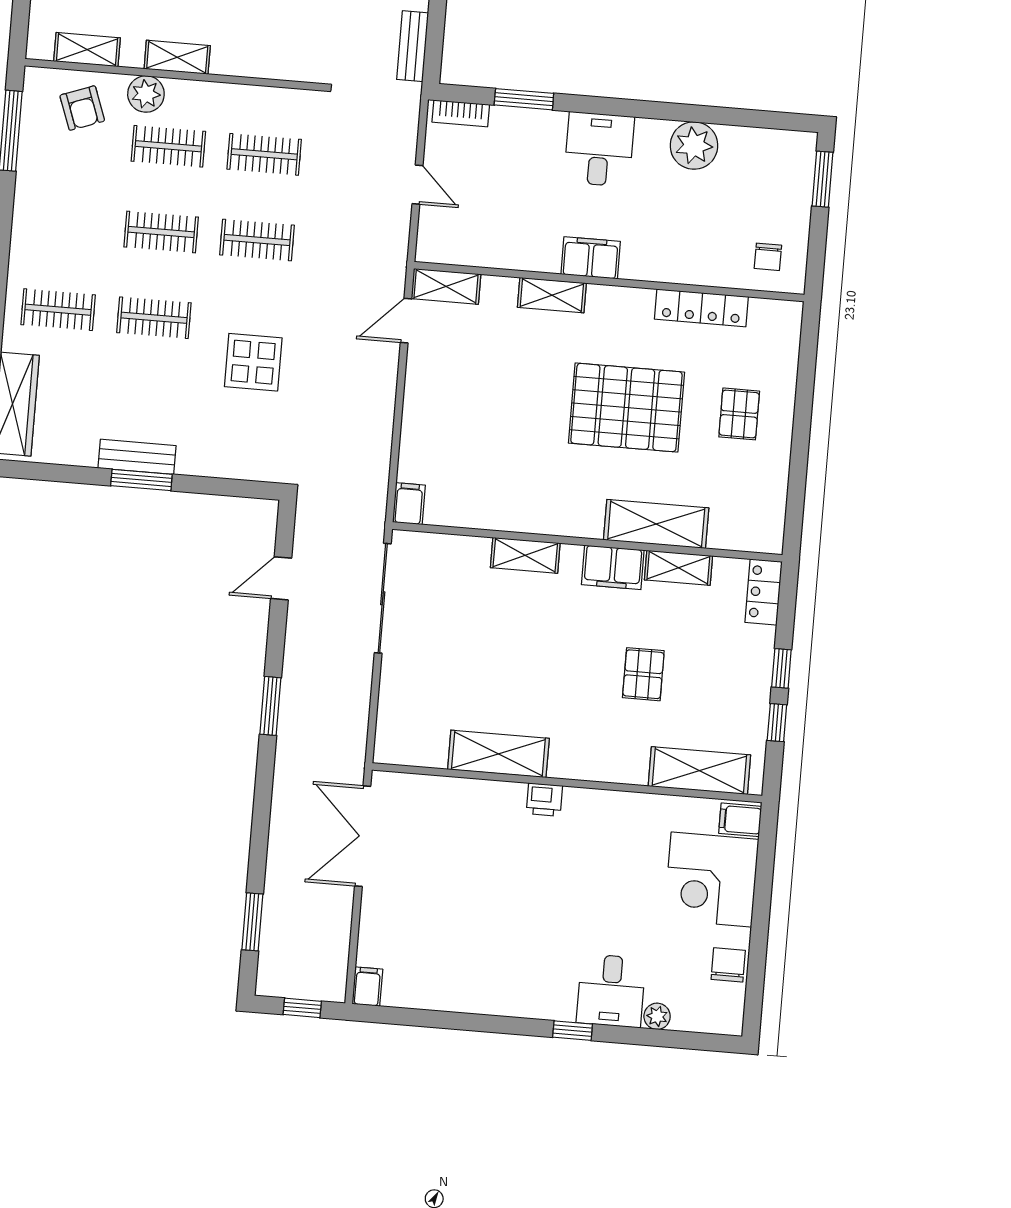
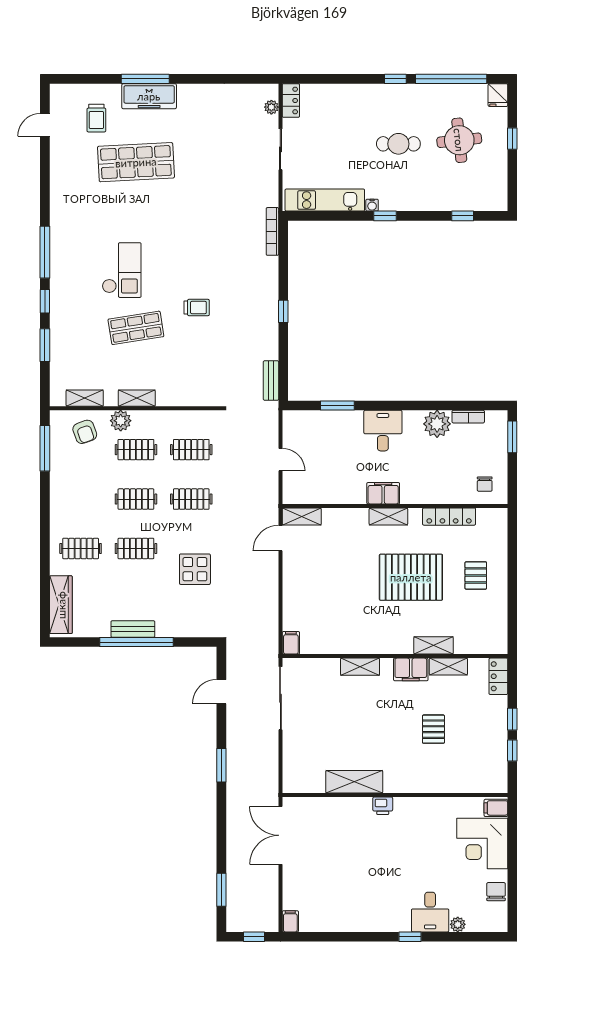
bookcase: (461, 113) -> (468, 417), moved
shelving: (552, 295) -> (388, 516), moved
window: (141, 480) -> (137, 642), width x2.11
shelving: (656, 524) -> (434, 645), width x0.67, depth x0.75
shelving: (699, 771) -> (470, 782), removed

